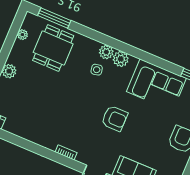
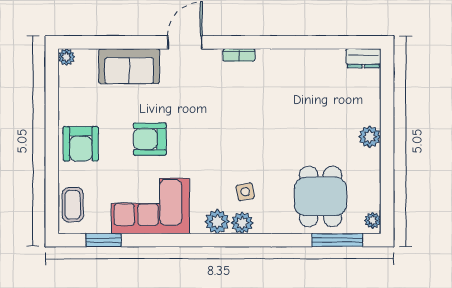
plant: (22, 35) -> (373, 220), moved
armchair: (115, 118) -> (150, 139), moved

